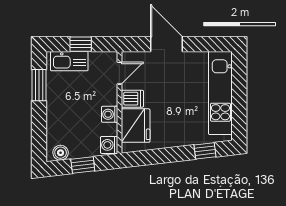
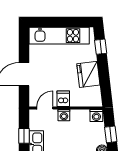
door: (119, 73) -> (45, 108), hinge flipped
washing machine: (110, 114) -> (64, 115), moved
fridge: (136, 126) -> (88, 74), moved, turned -97

